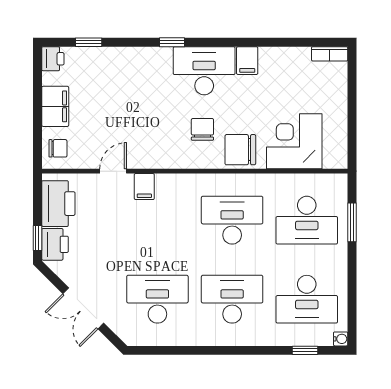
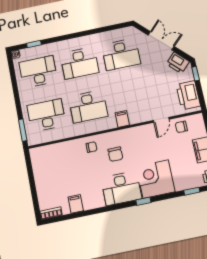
filing cabinet: (247, 61) -> (76, 204), moved
corner desk: (294, 141) -> (156, 179), moved, turned 180
chair: (58, 148) -> (181, 127), moved
chair: (240, 150) -> (91, 147), width x0.54, depth x0.54
filing cabinet: (144, 187) -> (122, 119), moved
window: (352, 222) -> (23, 130), moved
printer: (55, 244) -> (178, 63), moved, turned -45

